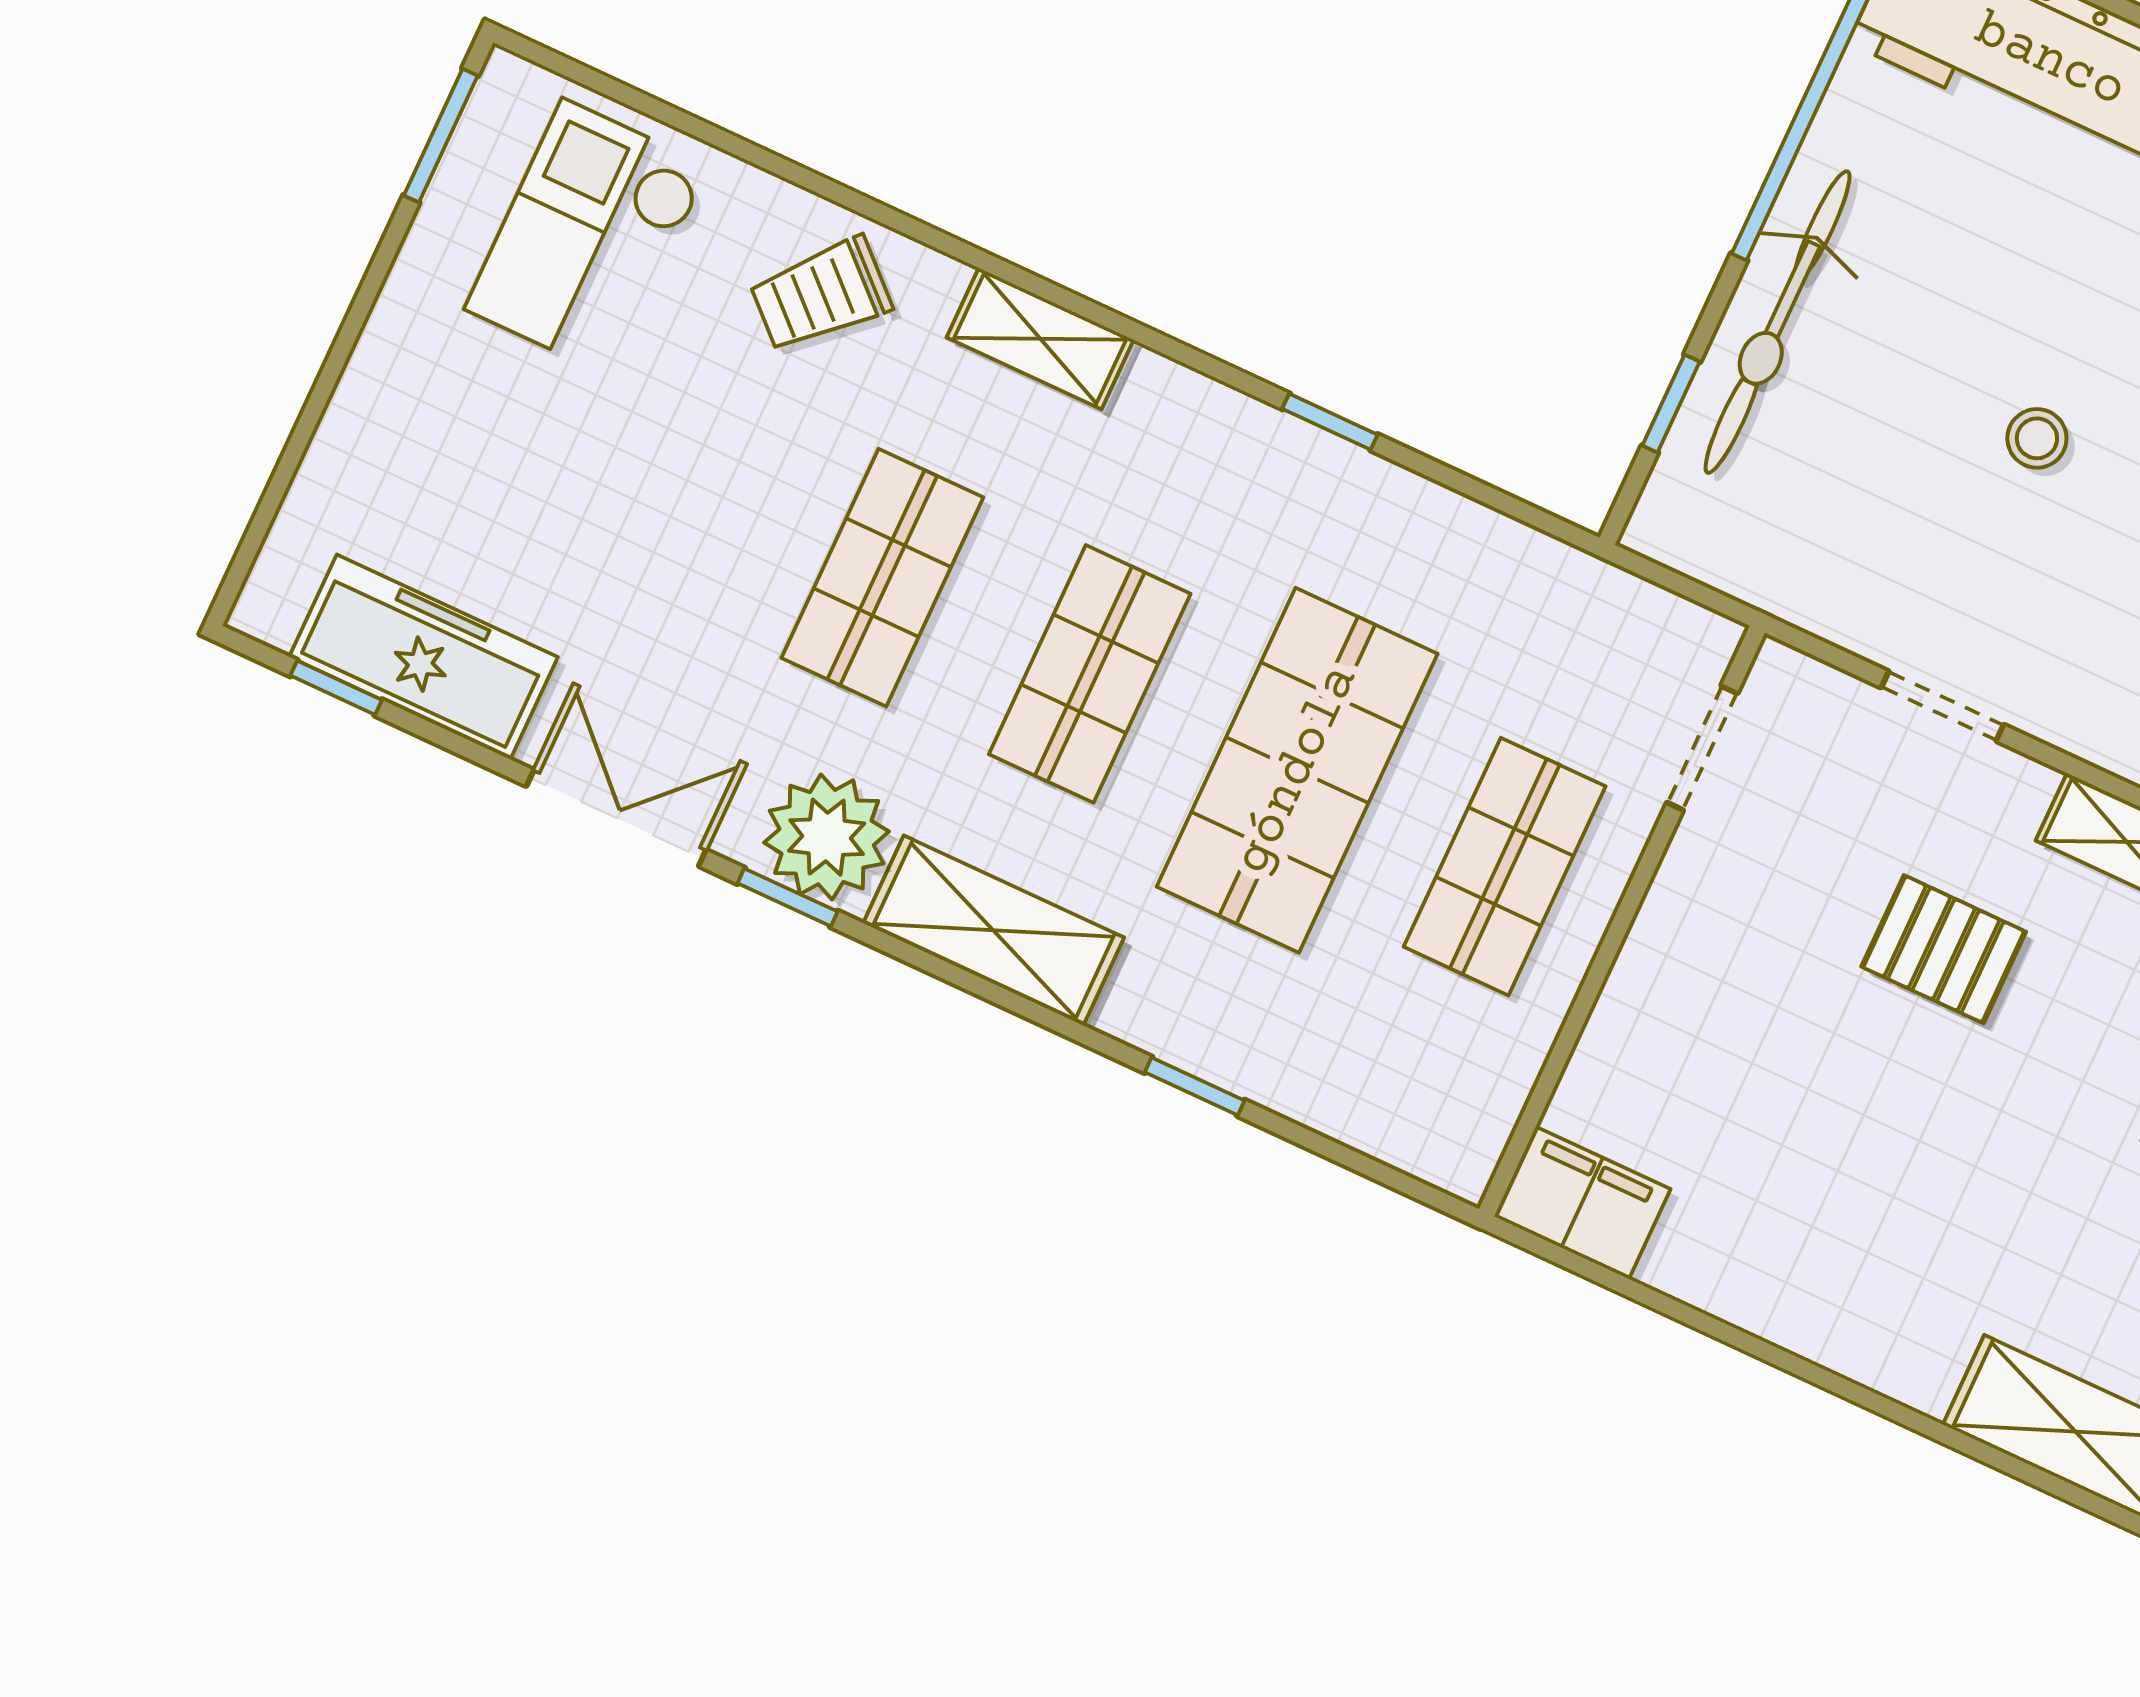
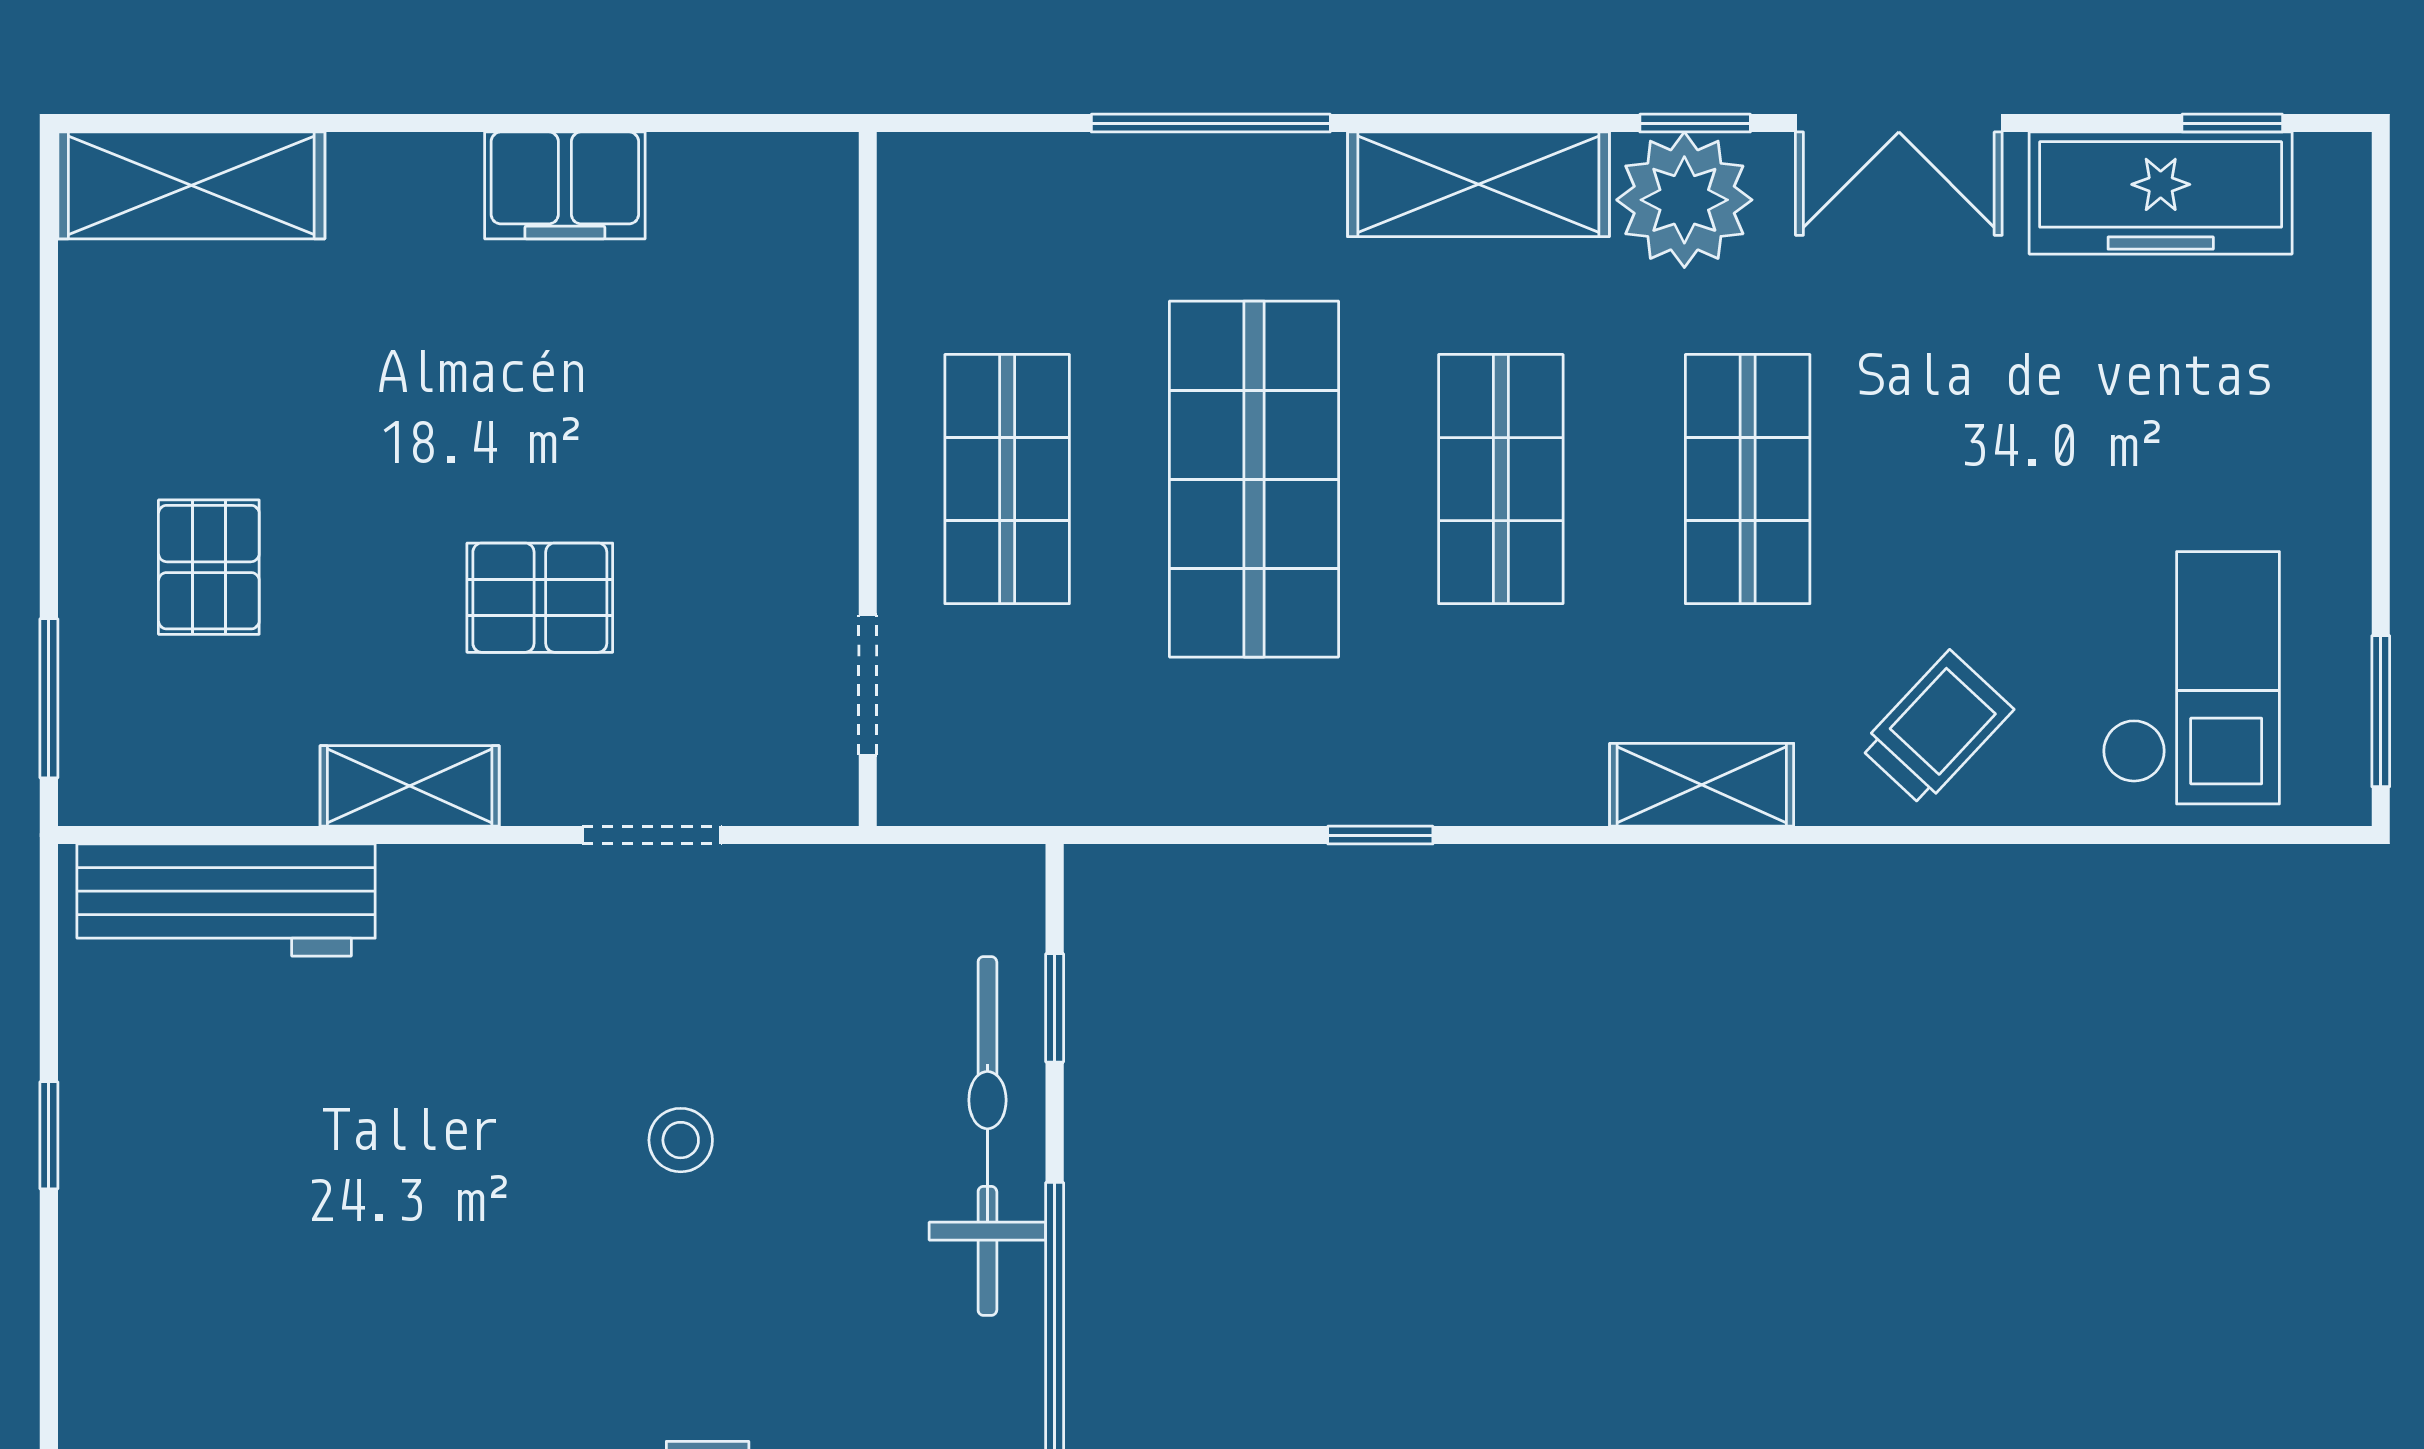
window: (1195, 1086) -> (1211, 123), width x2.17
filing cabinet: (1582, 1203) -> (565, 185), moved

